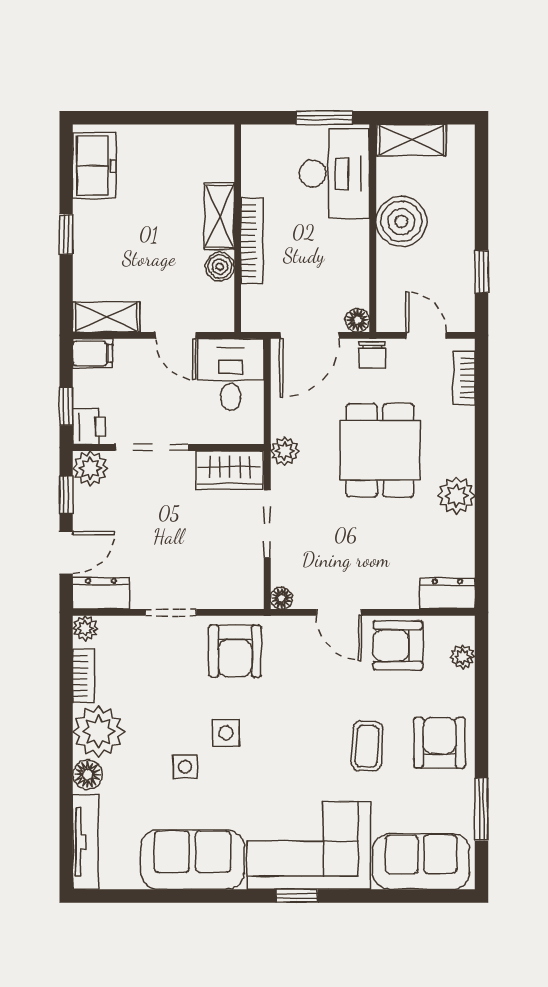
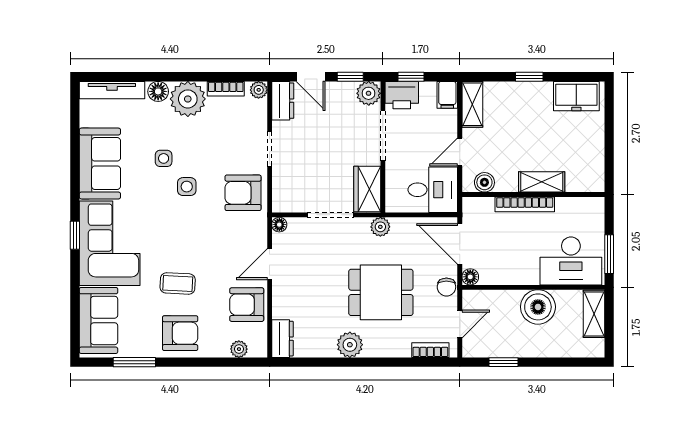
boiler: (220, 267) -> (484, 182), moved
chair: (372, 355) -> (446, 287), turned -90
printer: (89, 426) -> (402, 95), width x1.36, depth x1.24
armchair: (398, 646) -> (247, 305), turned -90

